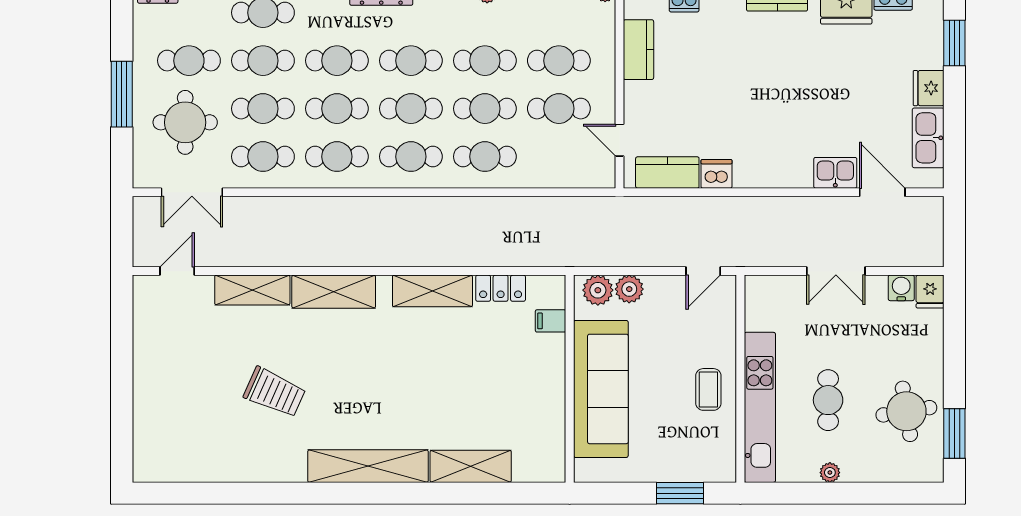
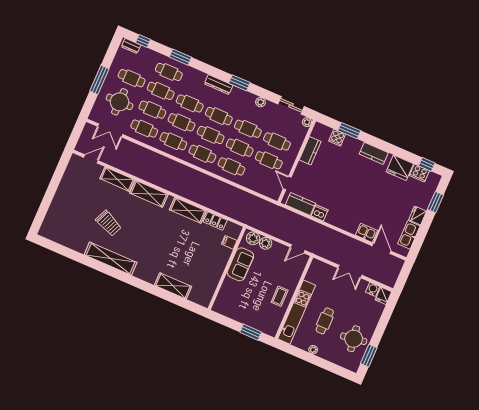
sofa: (601, 389) -> (240, 264), width x0.54, depth x0.79
shelving: (368, 466) -> (111, 259), moved

